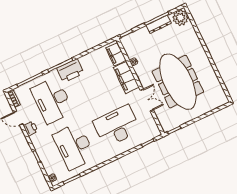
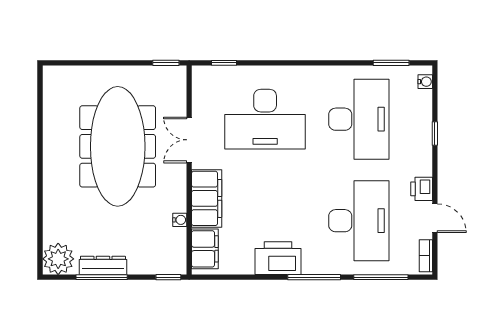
printer: (70, 71) -> (278, 258), moved

